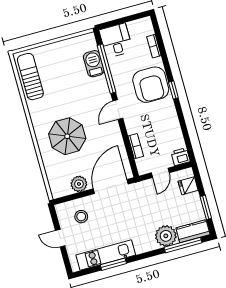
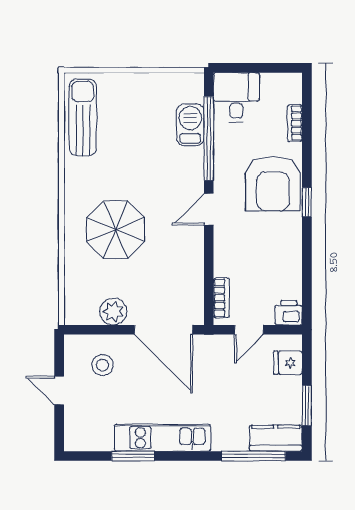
bookcase: (136, 146) -> (221, 298), moved
door: (111, 186) -> (163, 330), swing flipped
plant: (166, 236) -> (230, 434), removed
kitchen unit: (106, 255) -> (162, 438), moved

